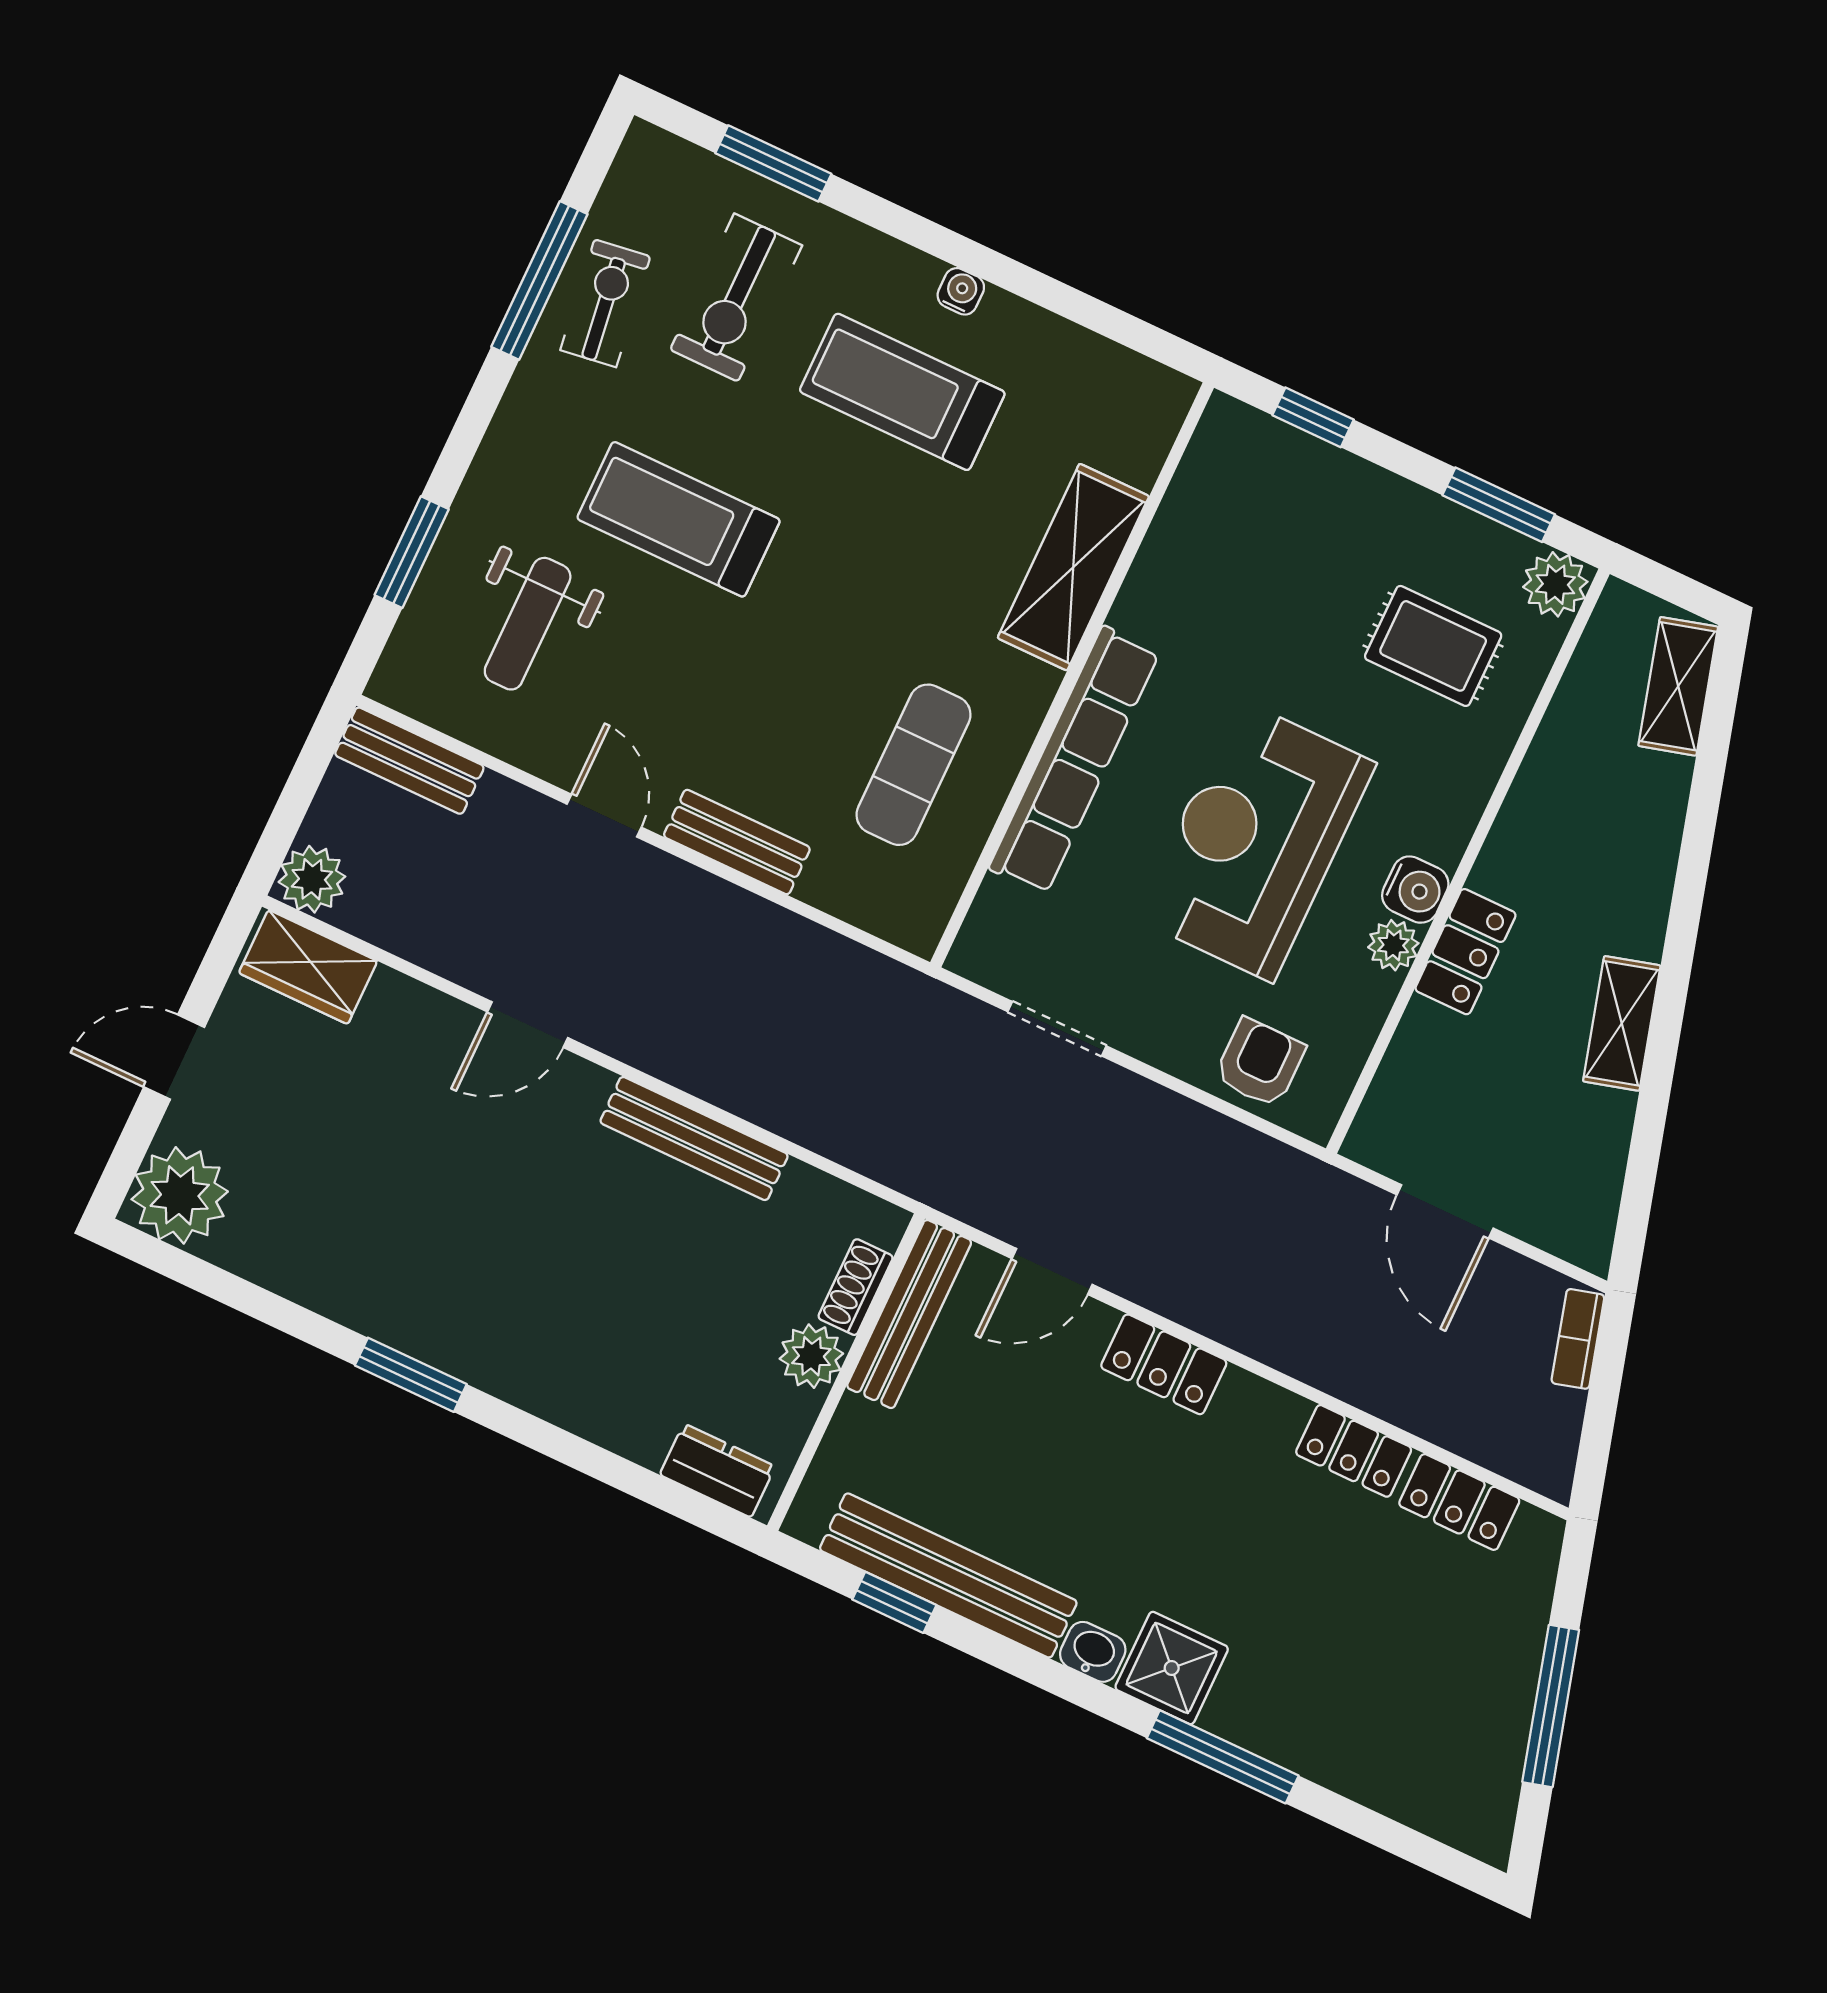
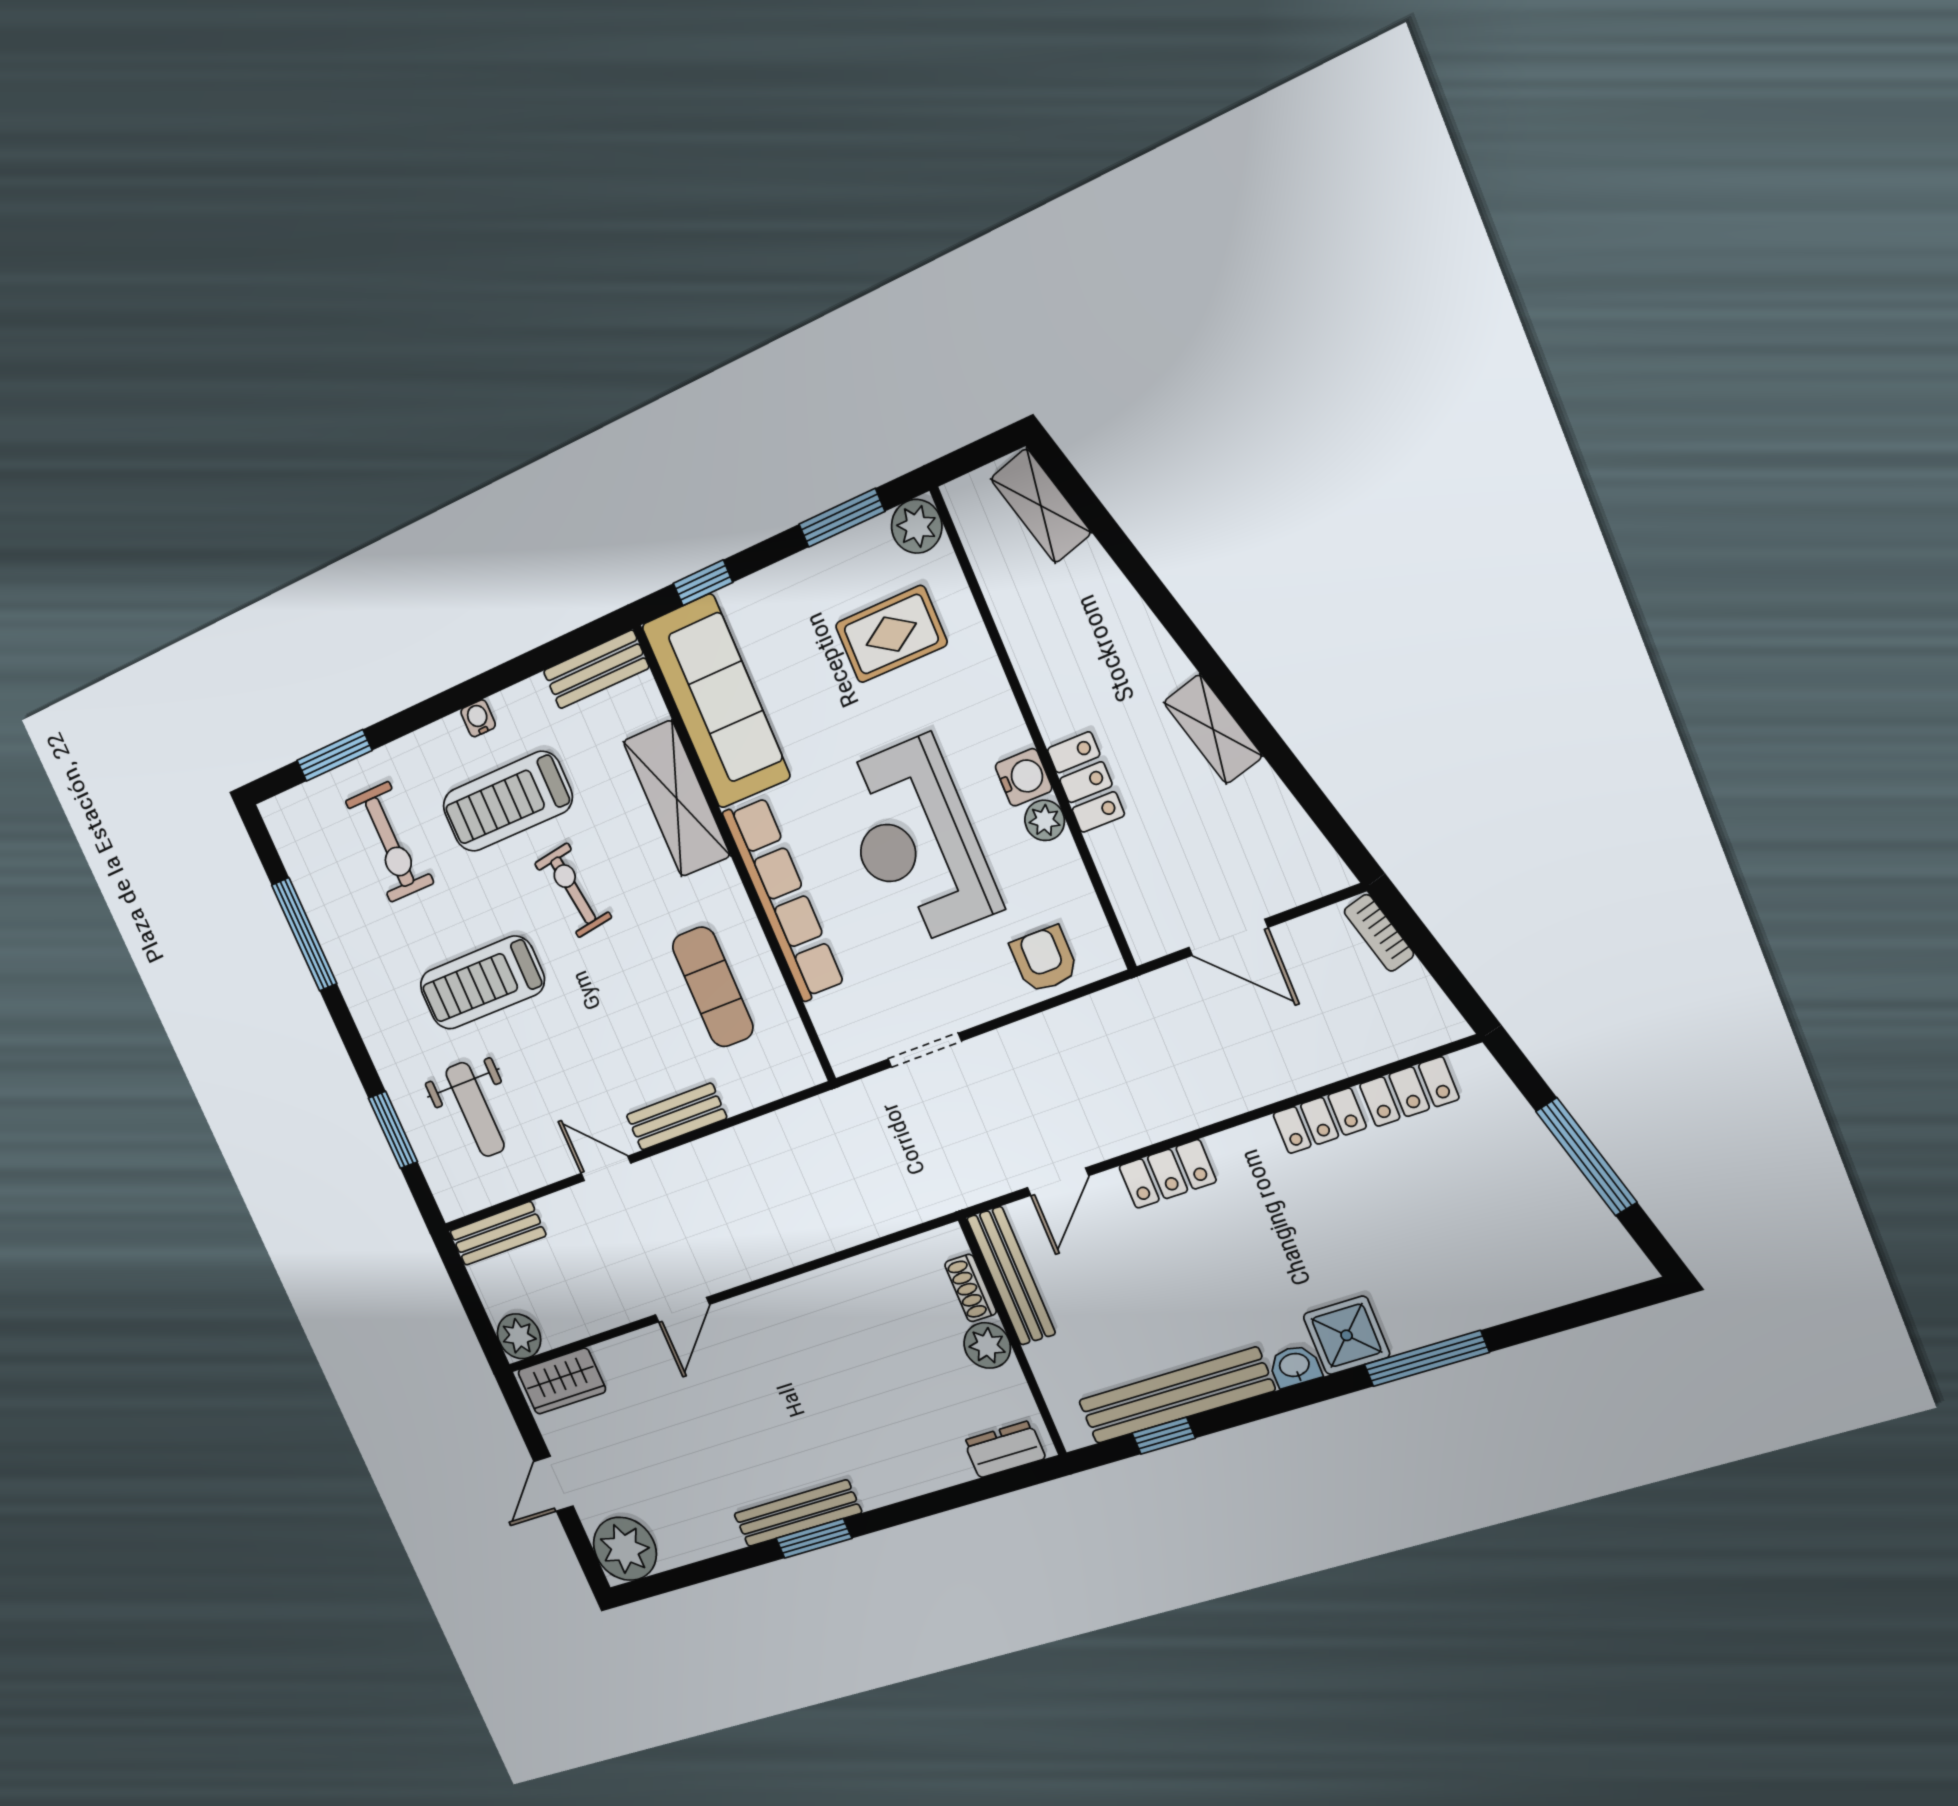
exercise bike: (605, 303) -> (573, 890), moved
bench: (1127, 377) -> (596, 669), added
sofa: (1209, 527) -> (716, 702), added
bench: (694, 1139) -> (798, 1513), moved

